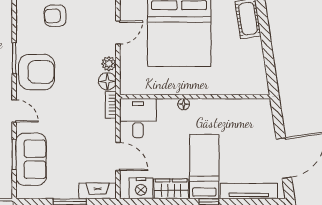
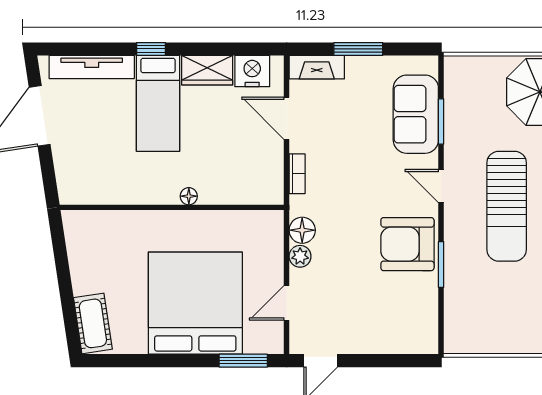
armchair: (55, 16) -> (380, 328), removed
bookcase: (111, 105) -> (297, 174), moved
desk: (138, 118) -> (257, 175), removed

